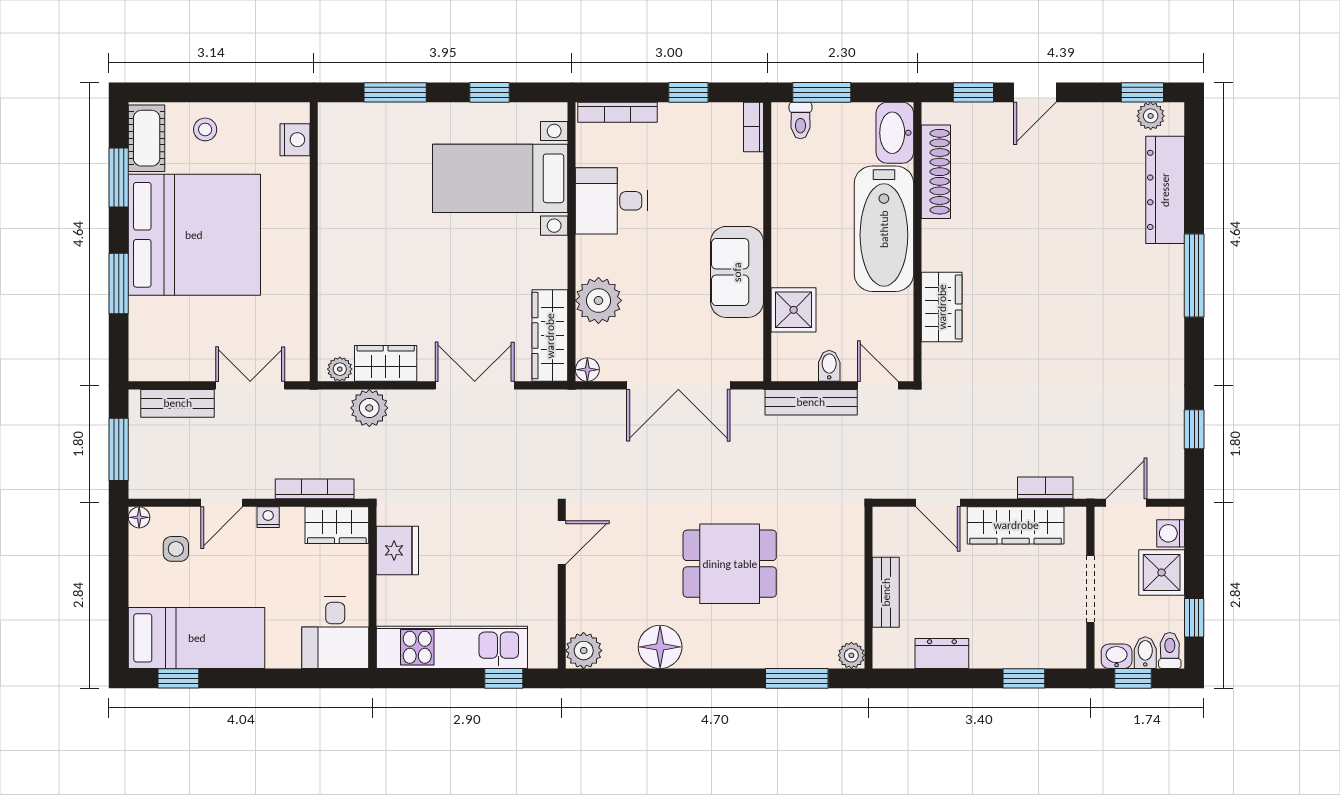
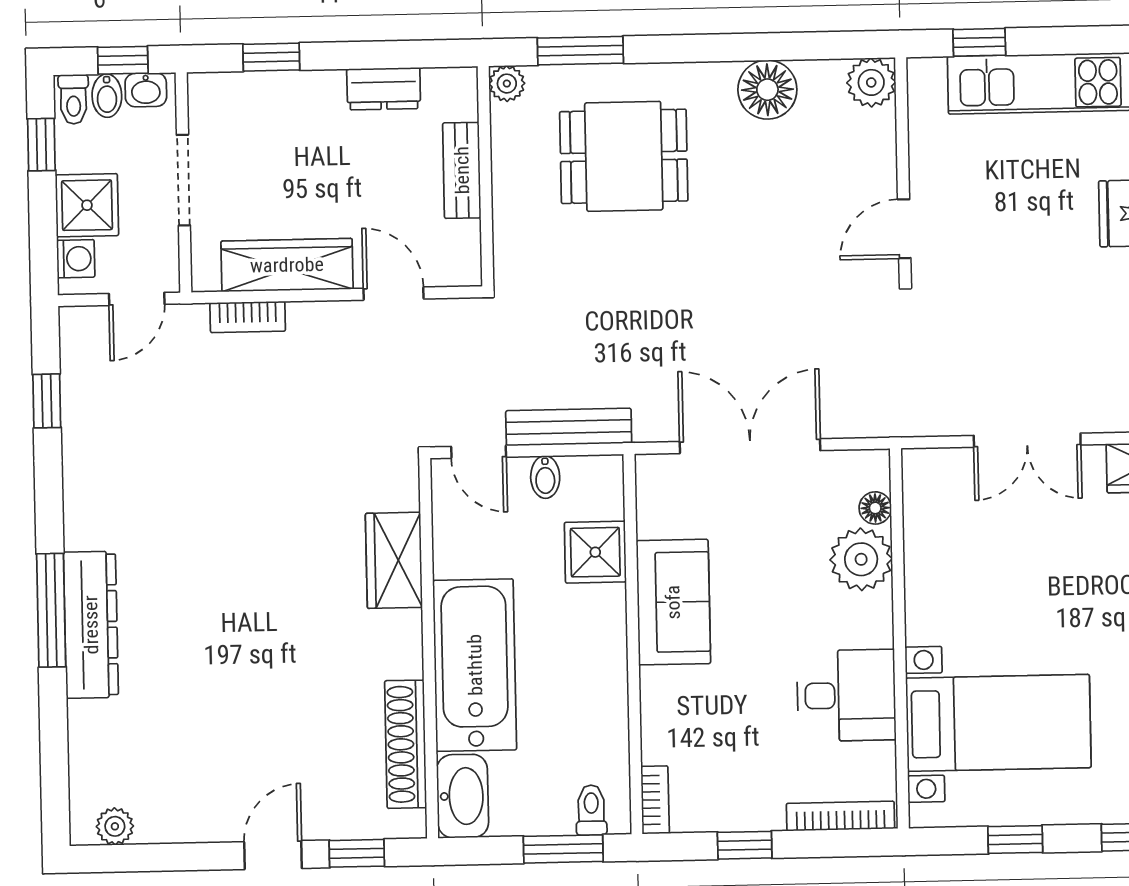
window: (1142, 92) -> (127, 858), removed
dresser: (1165, 190) -> (91, 625), moved
wardrobe: (550, 336) -> (926, 510), removed
floor lamp: (587, 370) -> (875, 508), moved
dining table: (730, 564) -> (624, 156), moved

